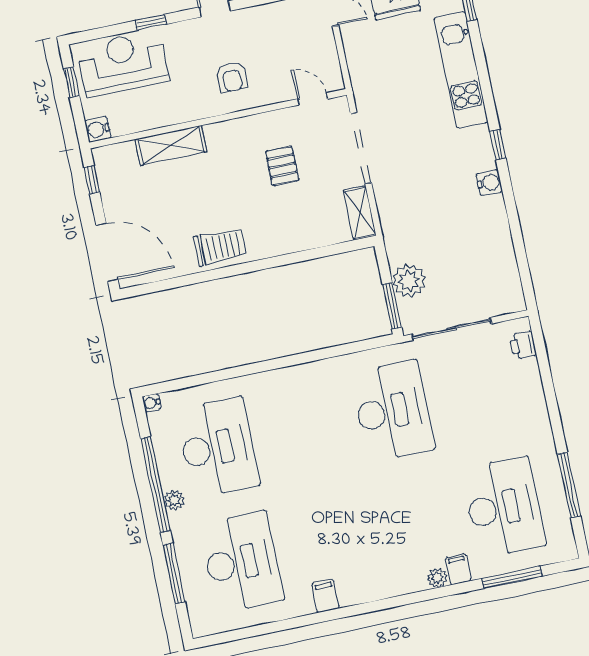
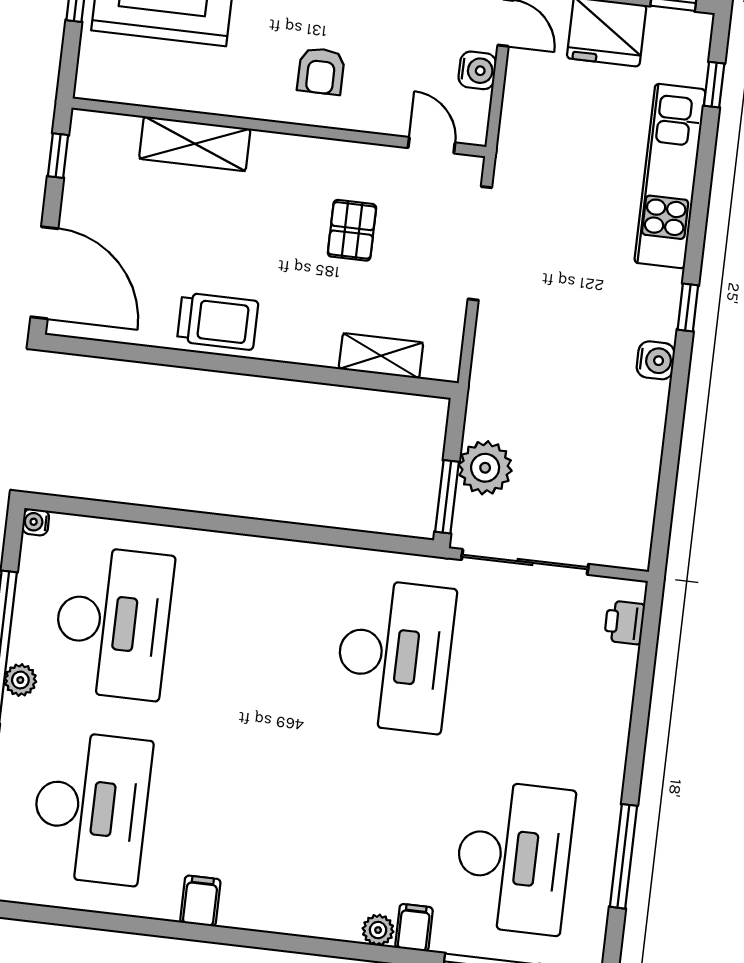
water cooler: (98, 129) -> (477, 70), moved, turned 180
shelving: (360, 213) -> (381, 356), moved, turned 90

